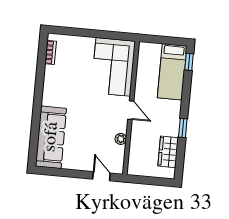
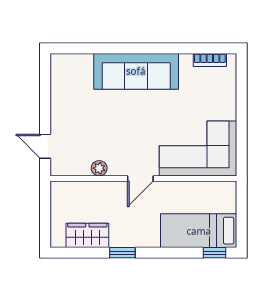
sofa: (51, 137) -> (136, 71), moved
door: (101, 176) -> (45, 146), swing flipped

